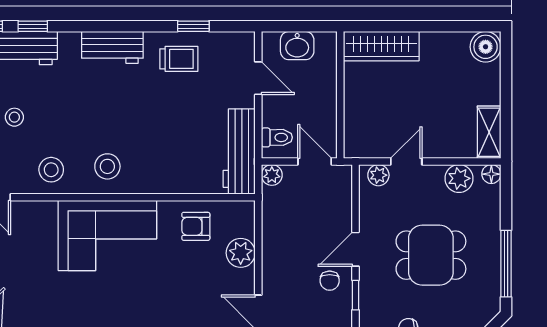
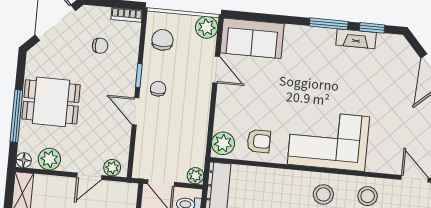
door: (356, 249) -> (135, 111), swing flipped
plant: (241, 253) -> (223, 143), moved
dining table: (431, 255) -> (51, 102), moved
window: (506, 264) -> (16, 116), moved

